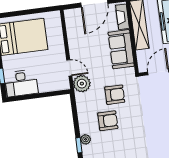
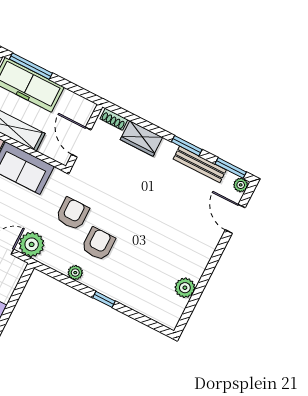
plant: (86, 139) -> (75, 273), moved

